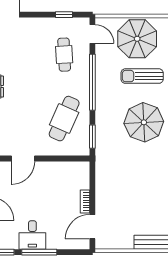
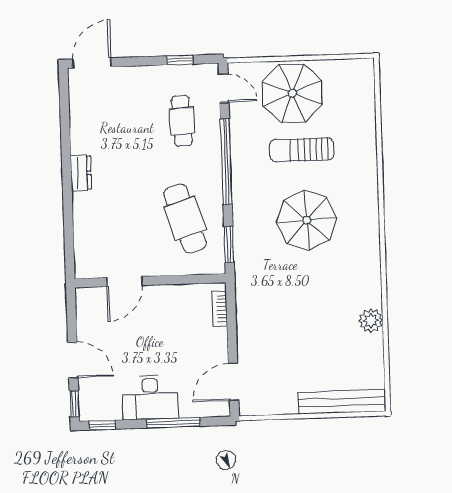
cafe table: (64, 119) -> (185, 219), turned -42
bookcase: (85, 202) -> (220, 309), moved
desk: (32, 235) -> (150, 397), width x1.37
window: (39, 252) -> (173, 423), moved

